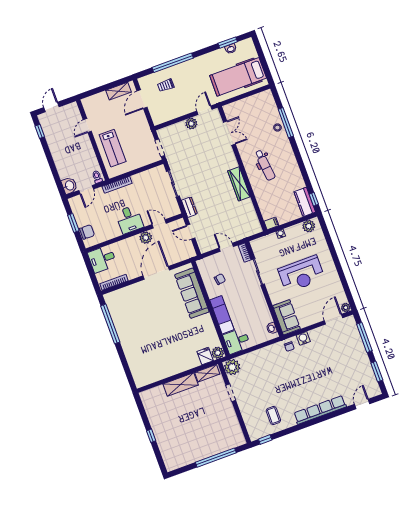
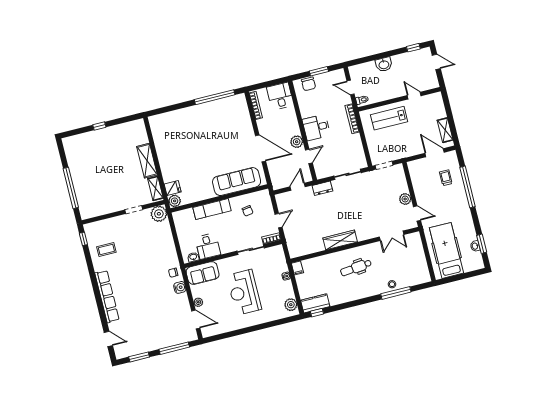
washbasin: (69, 186) -> (384, 64), moved
plant: (346, 308) -> (198, 302), moved
desk: (237, 341) -> (208, 246), moved, turned 180

